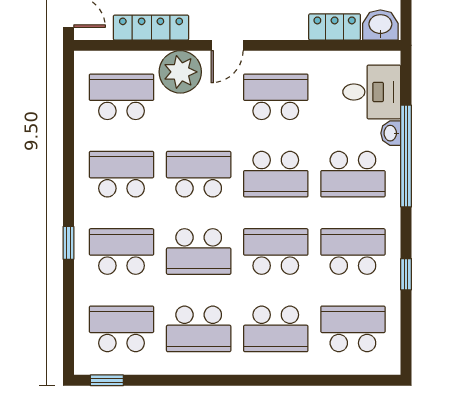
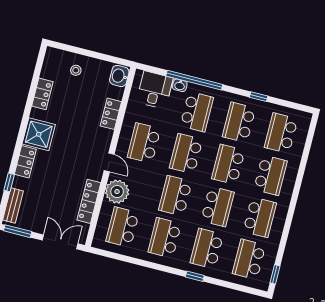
locker: (335, 27) -> (111, 114), moved
school desk: (276, 174) -> (186, 154), turned 180

